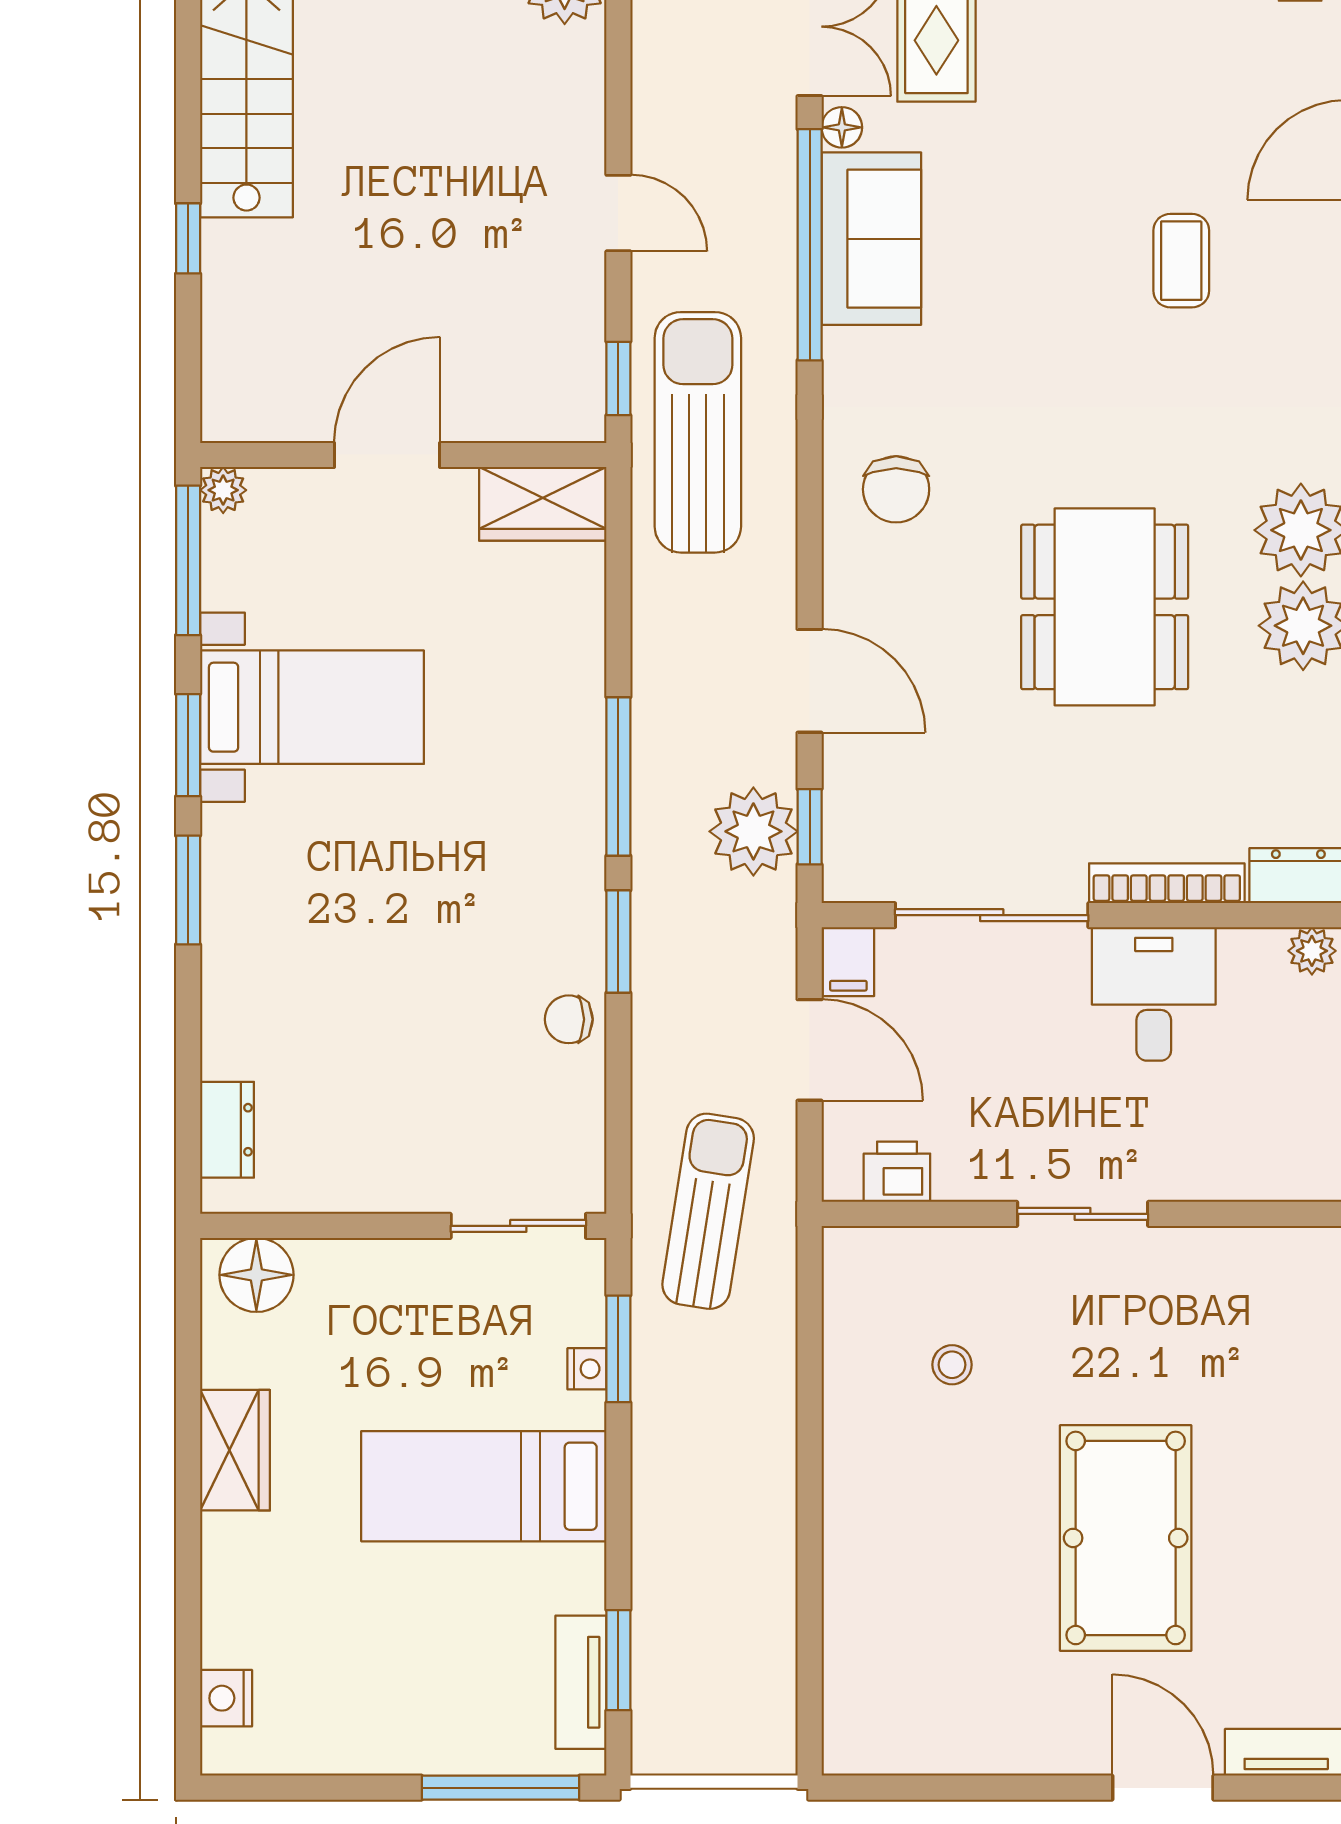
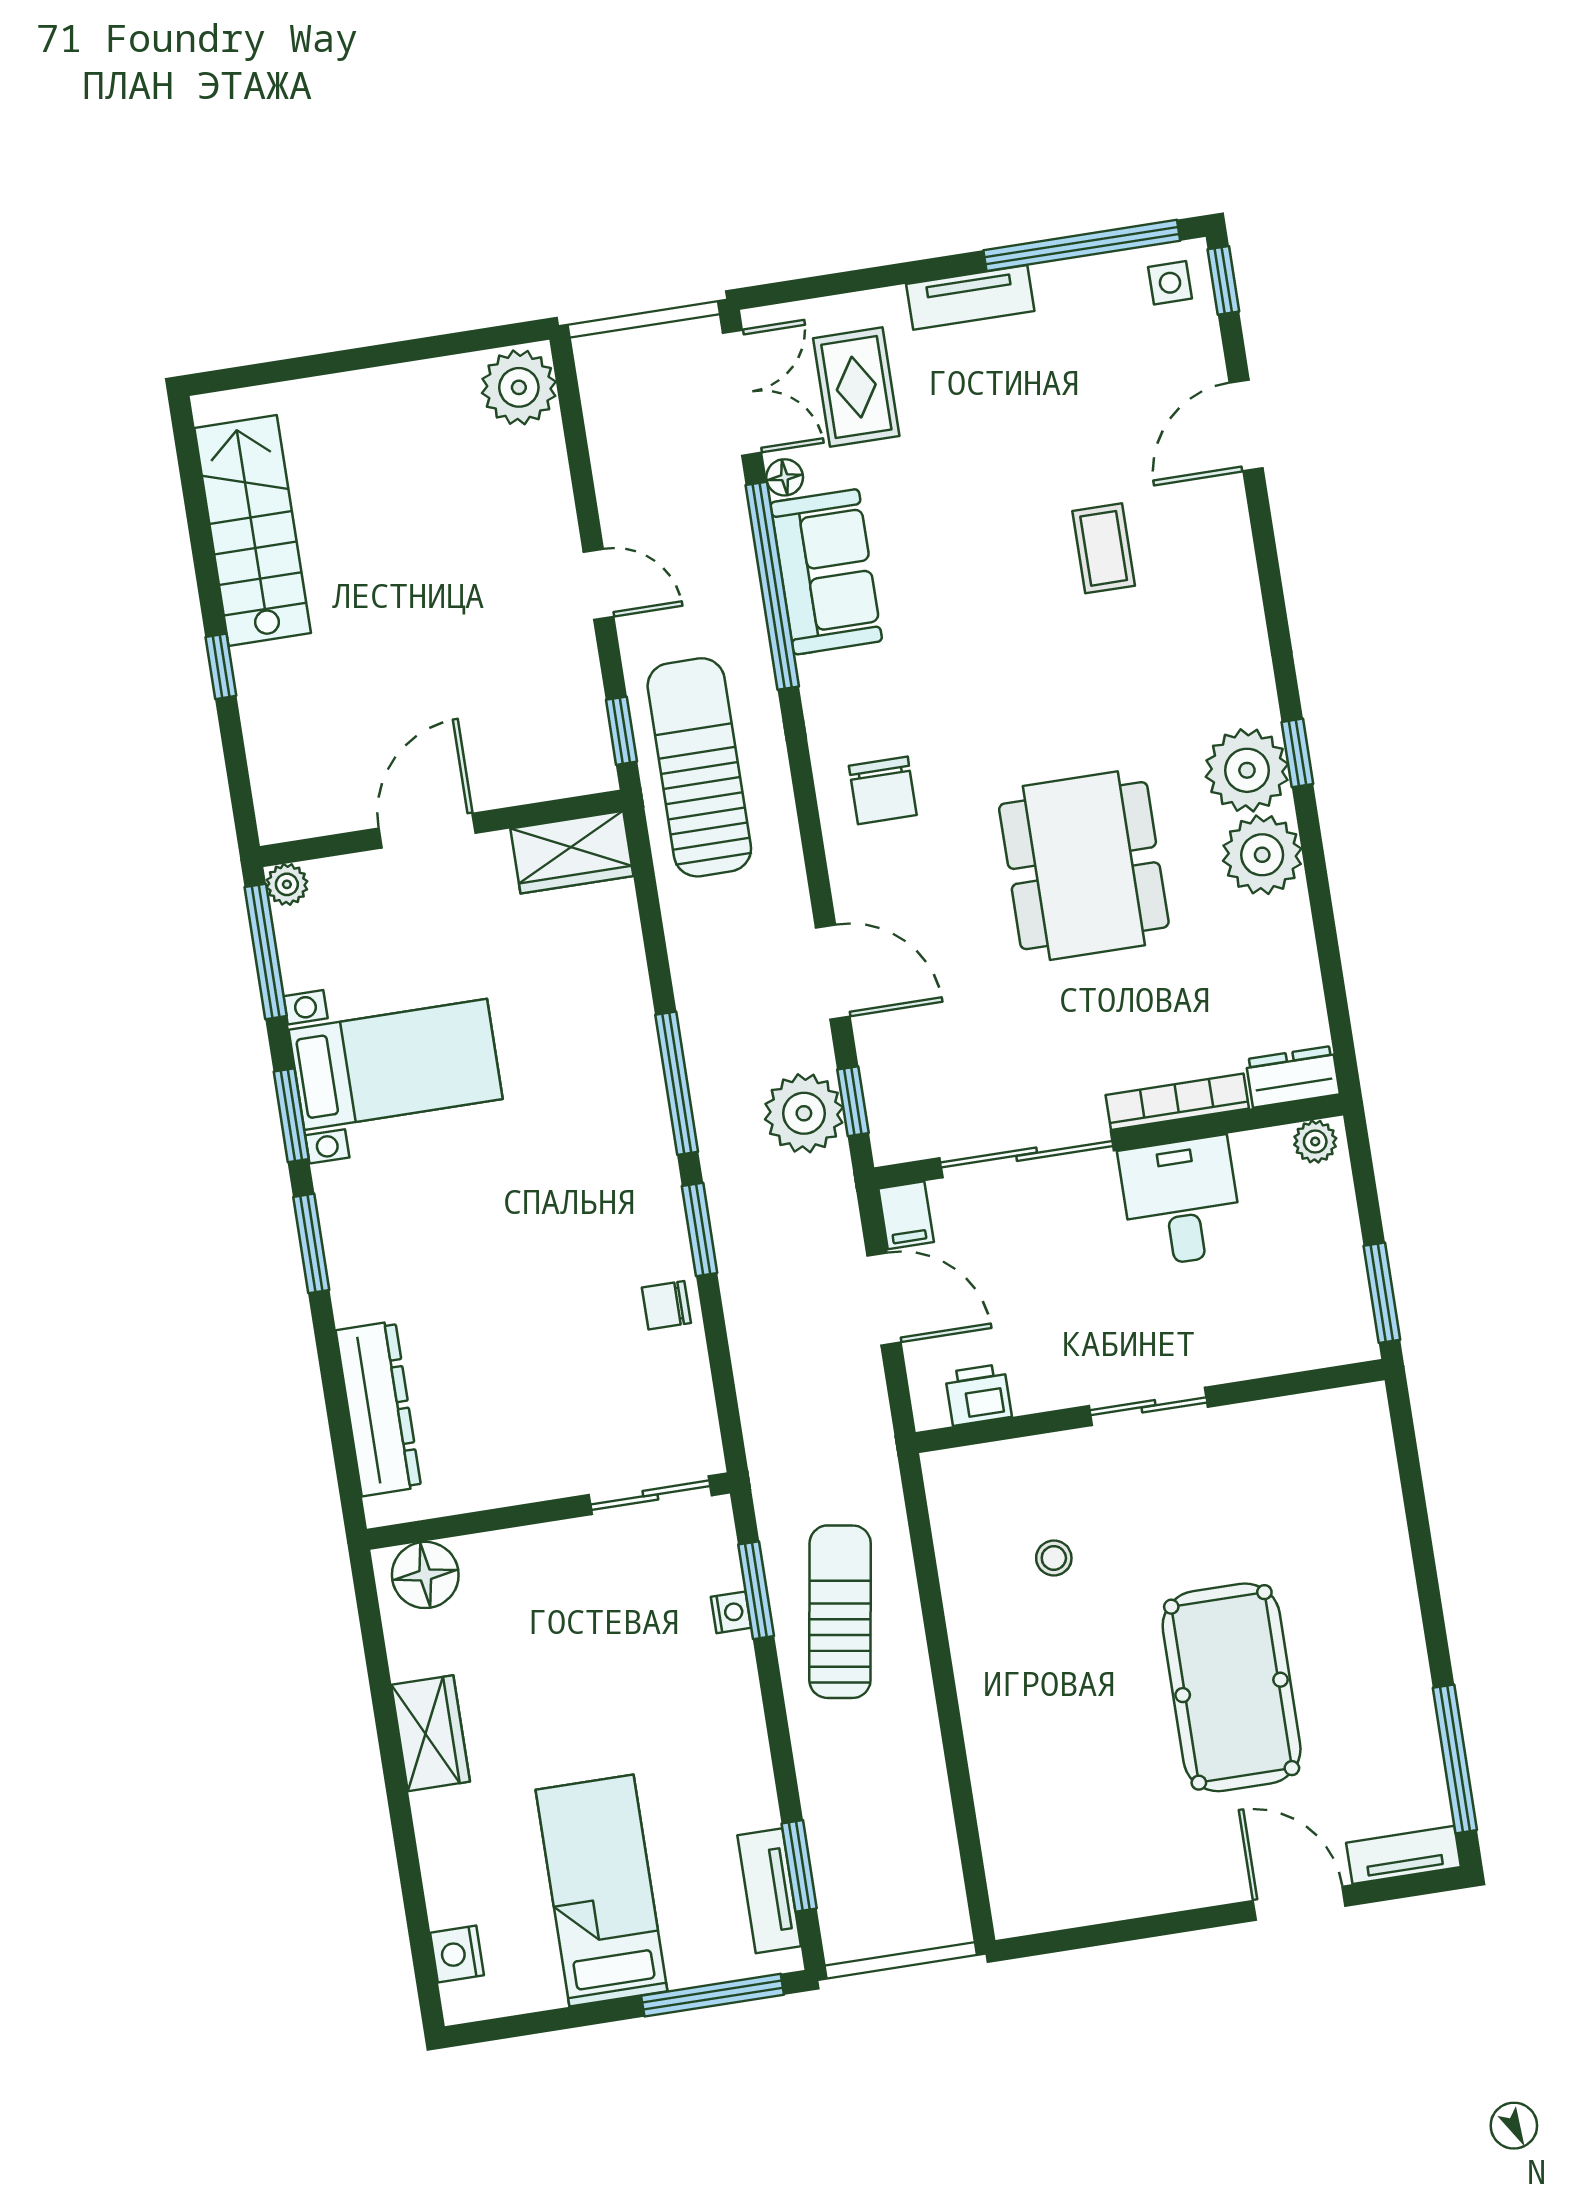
dresser: (227, 1130) -> (378, 1409), width x1.96, depth x1.24
sun lounger: (708, 1211) -> (840, 1612), moved
bed: (484, 1486) -> (601, 1891), moved, turned 90

